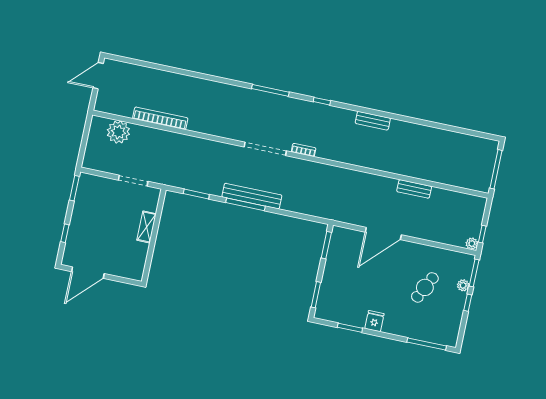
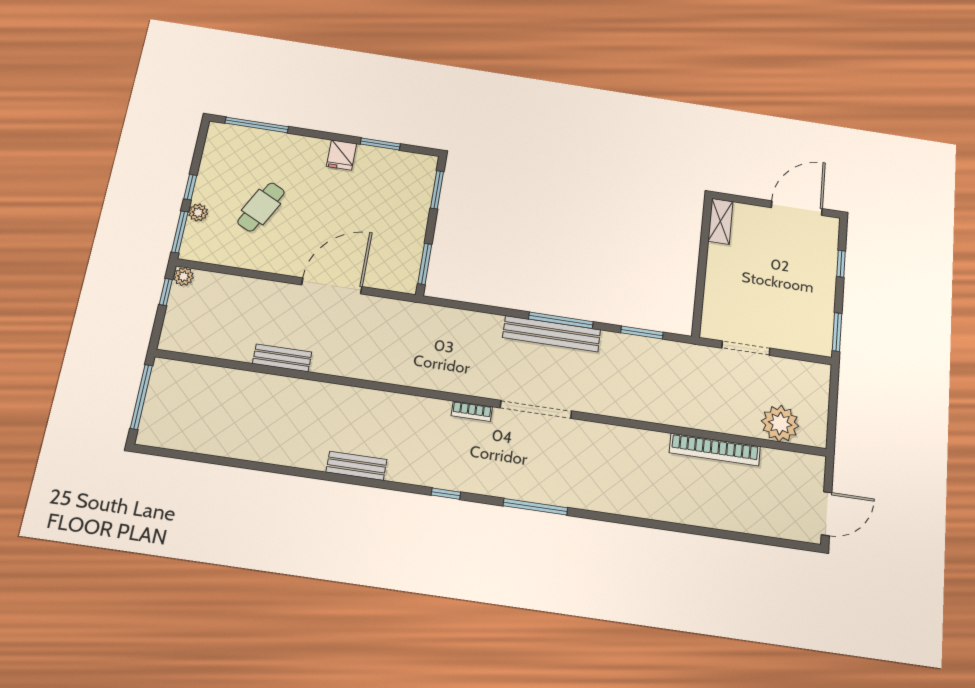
shelving: (147, 227) -> (720, 221), moved

